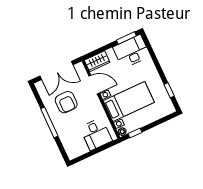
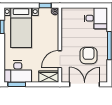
door: (94, 85) -> (60, 59), hinge flipped
bed with nightstands: (129, 102) -> (21, 28), moved, turned -90
desk: (96, 134) -> (96, 18), moved, turned 90

